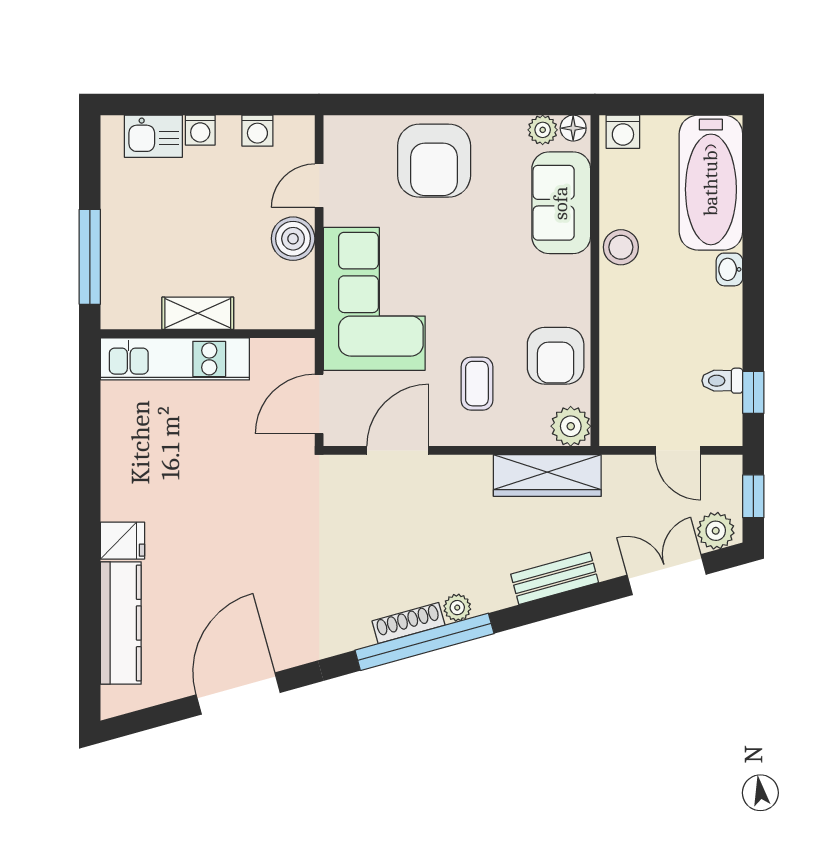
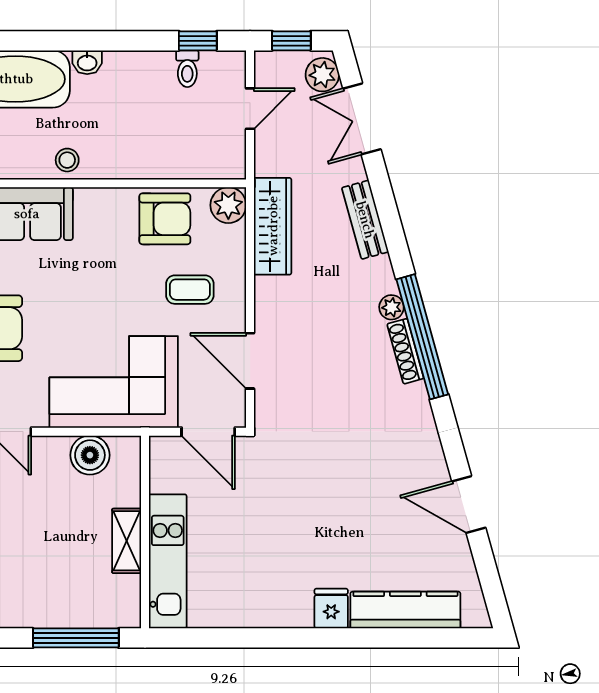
boiler: (293, 239) -> (90, 455), moved
stool: (621, 247) -> (67, 160), width x0.73, depth x0.73
door: (238, 694) -> (469, 504), width x0.73

